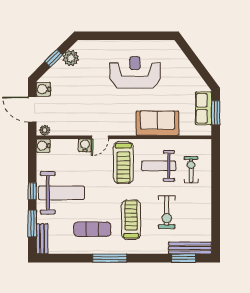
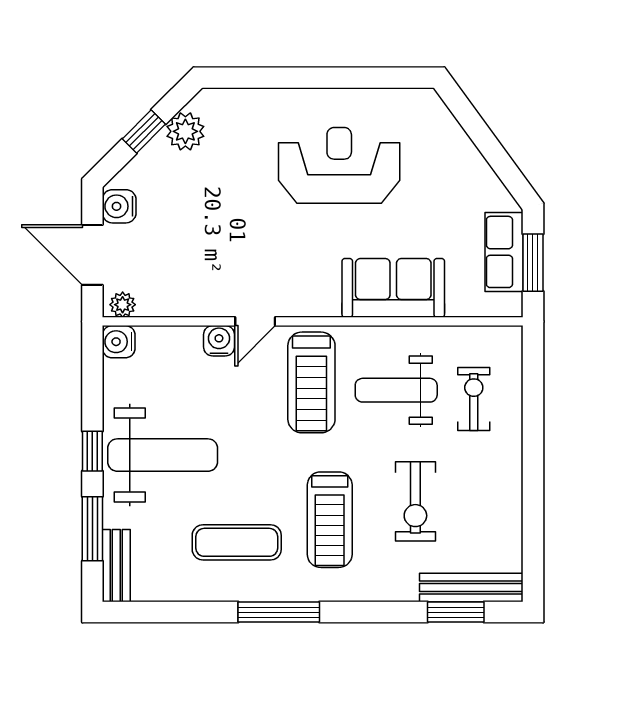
treadmill: (131, 220) -> (330, 520), turned 180

